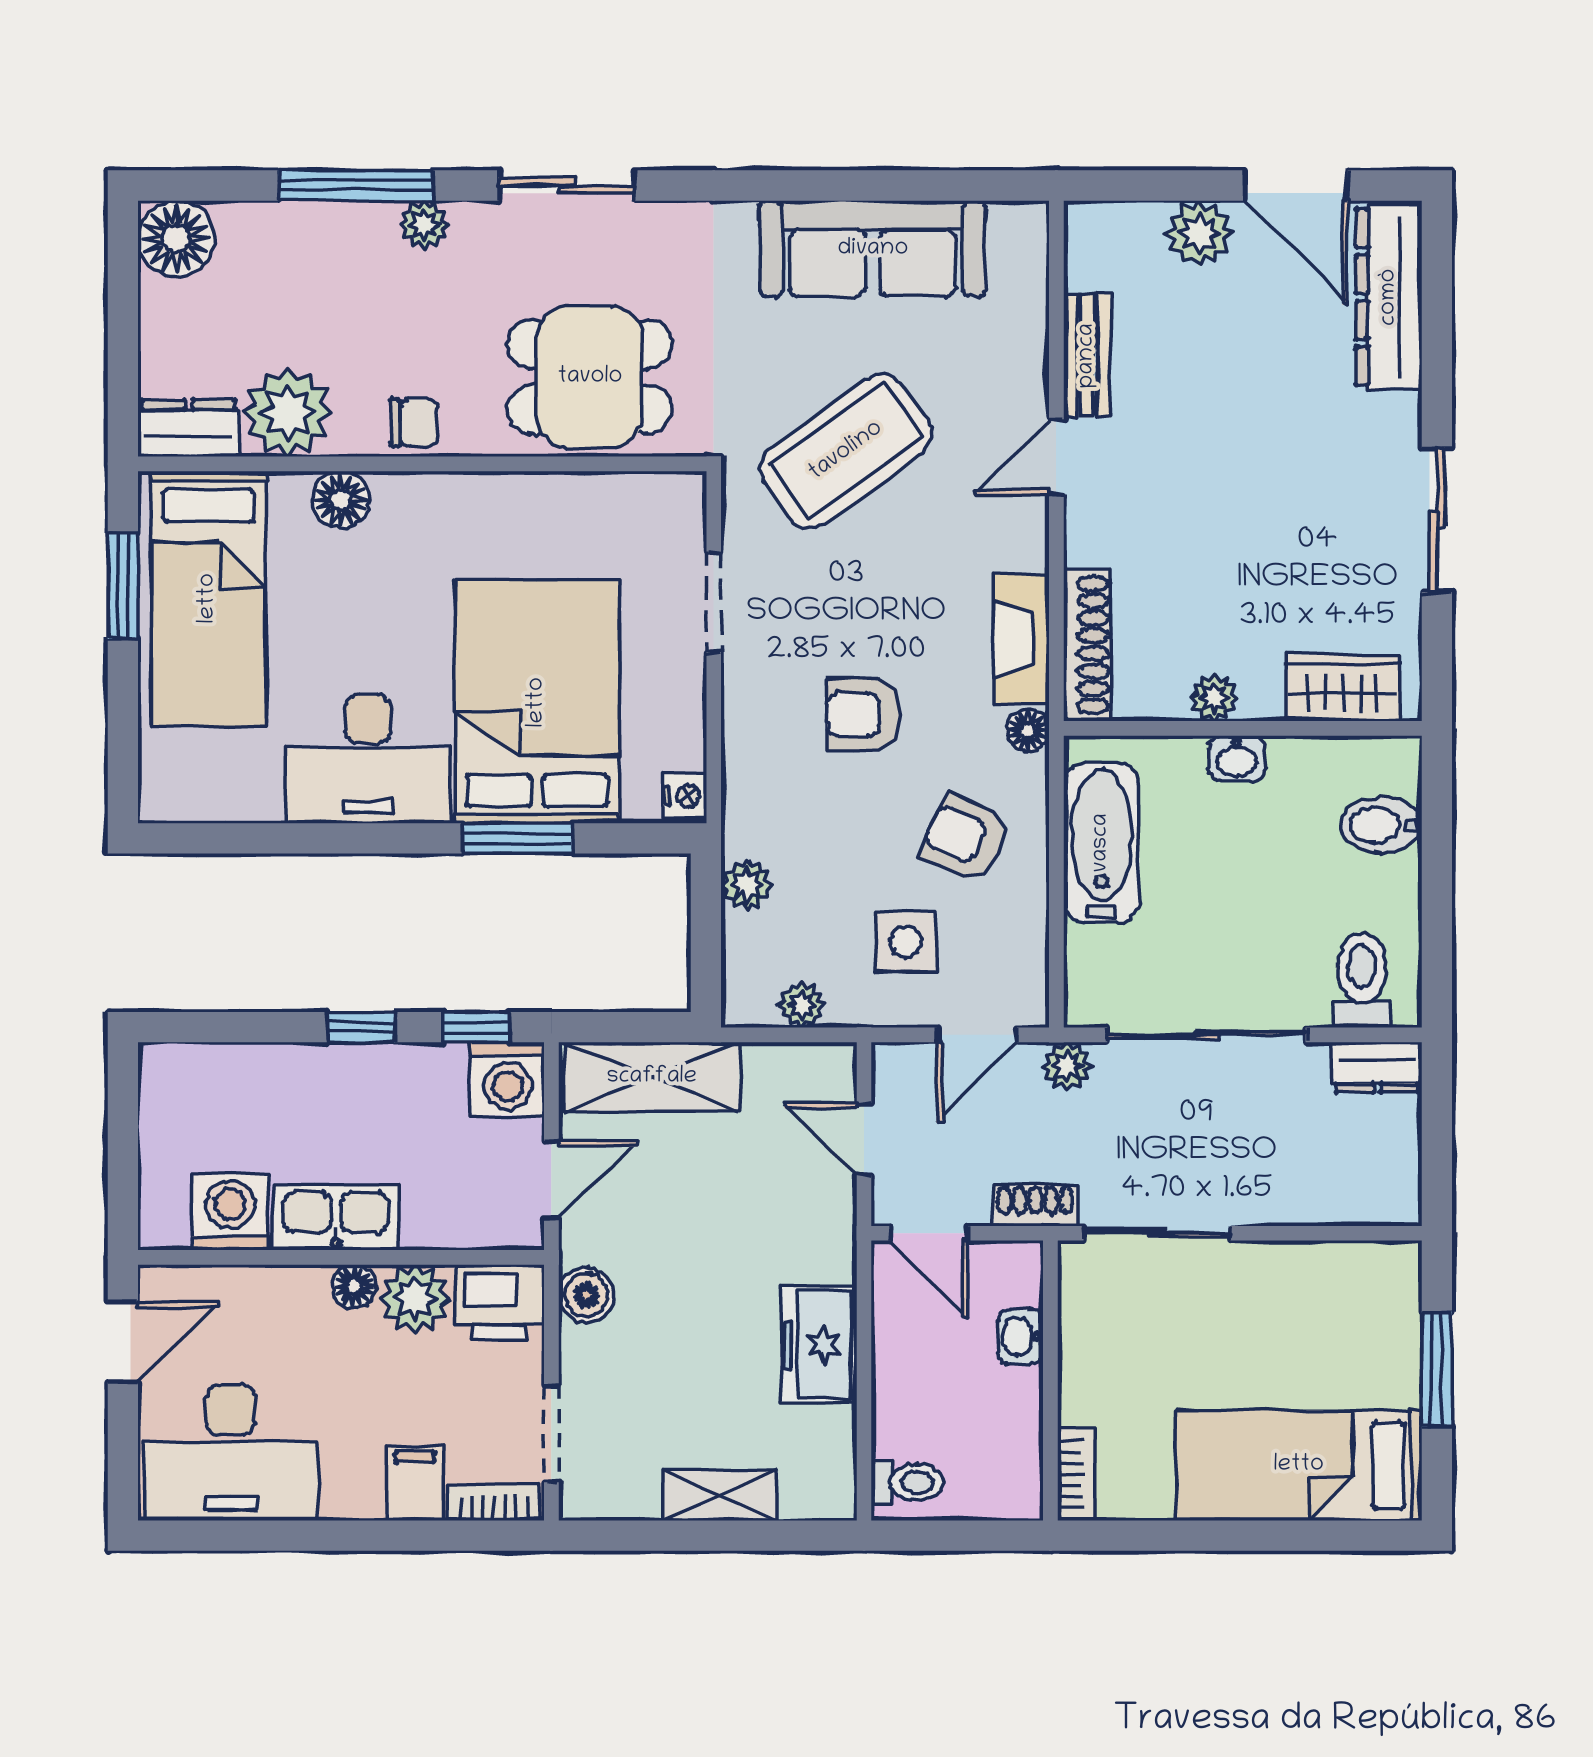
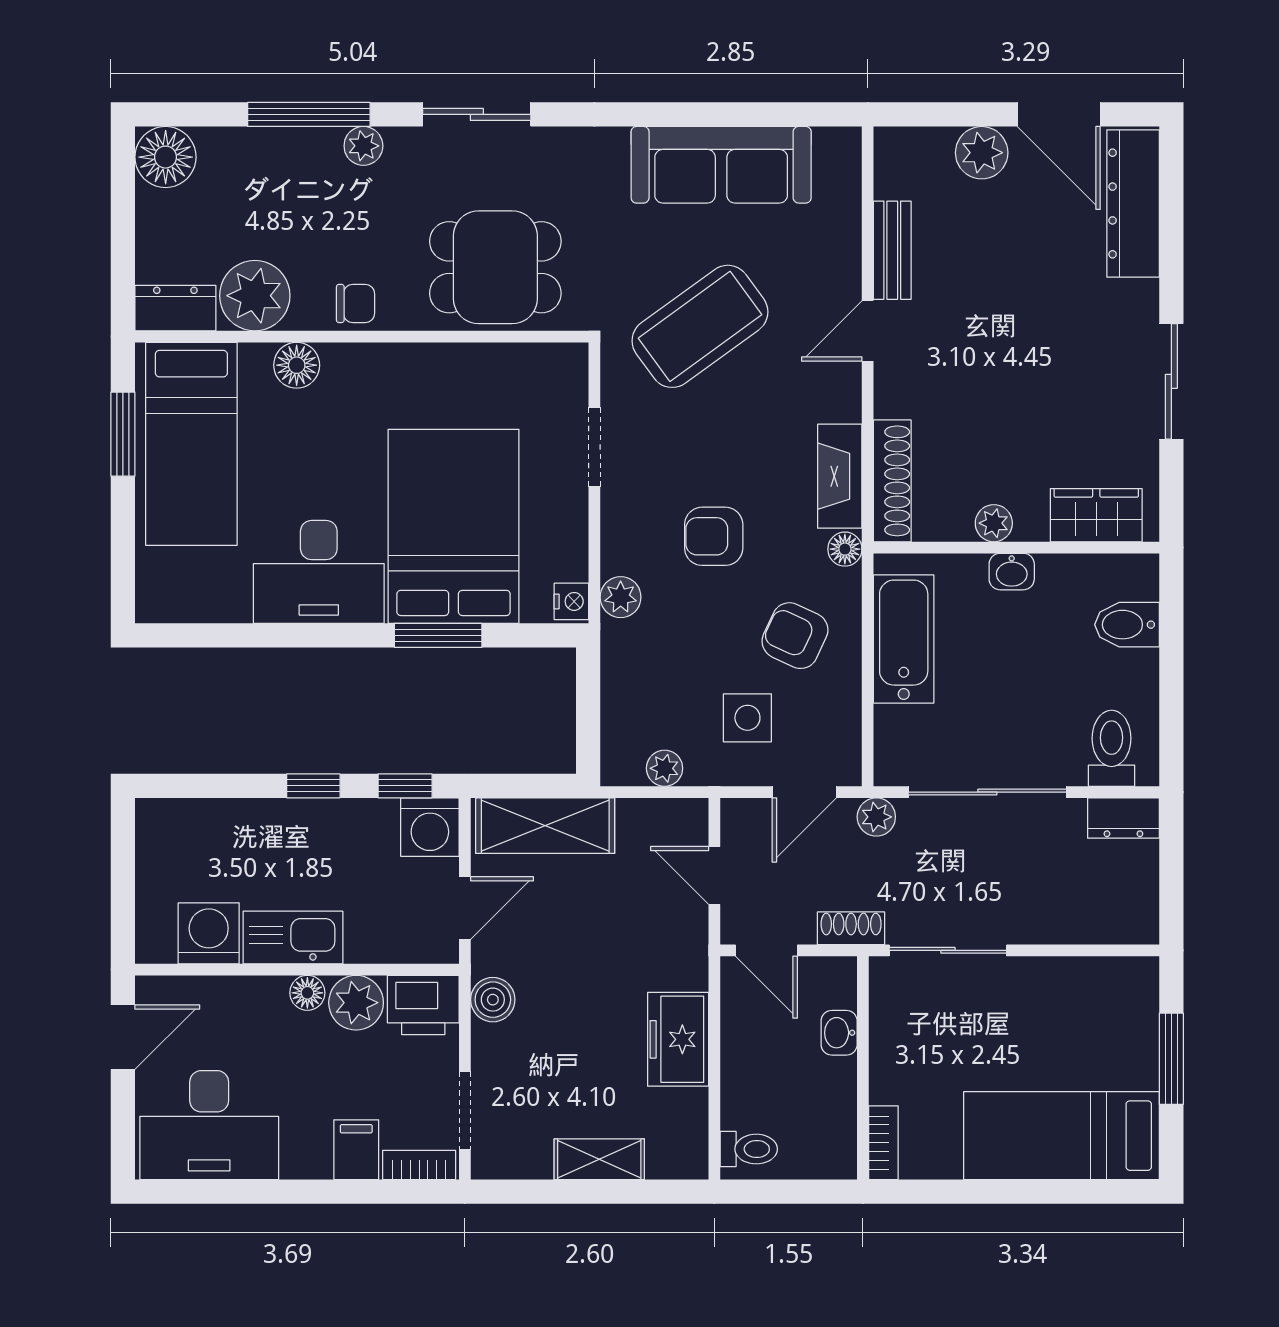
plant: (747, 885) -> (621, 597), moved

